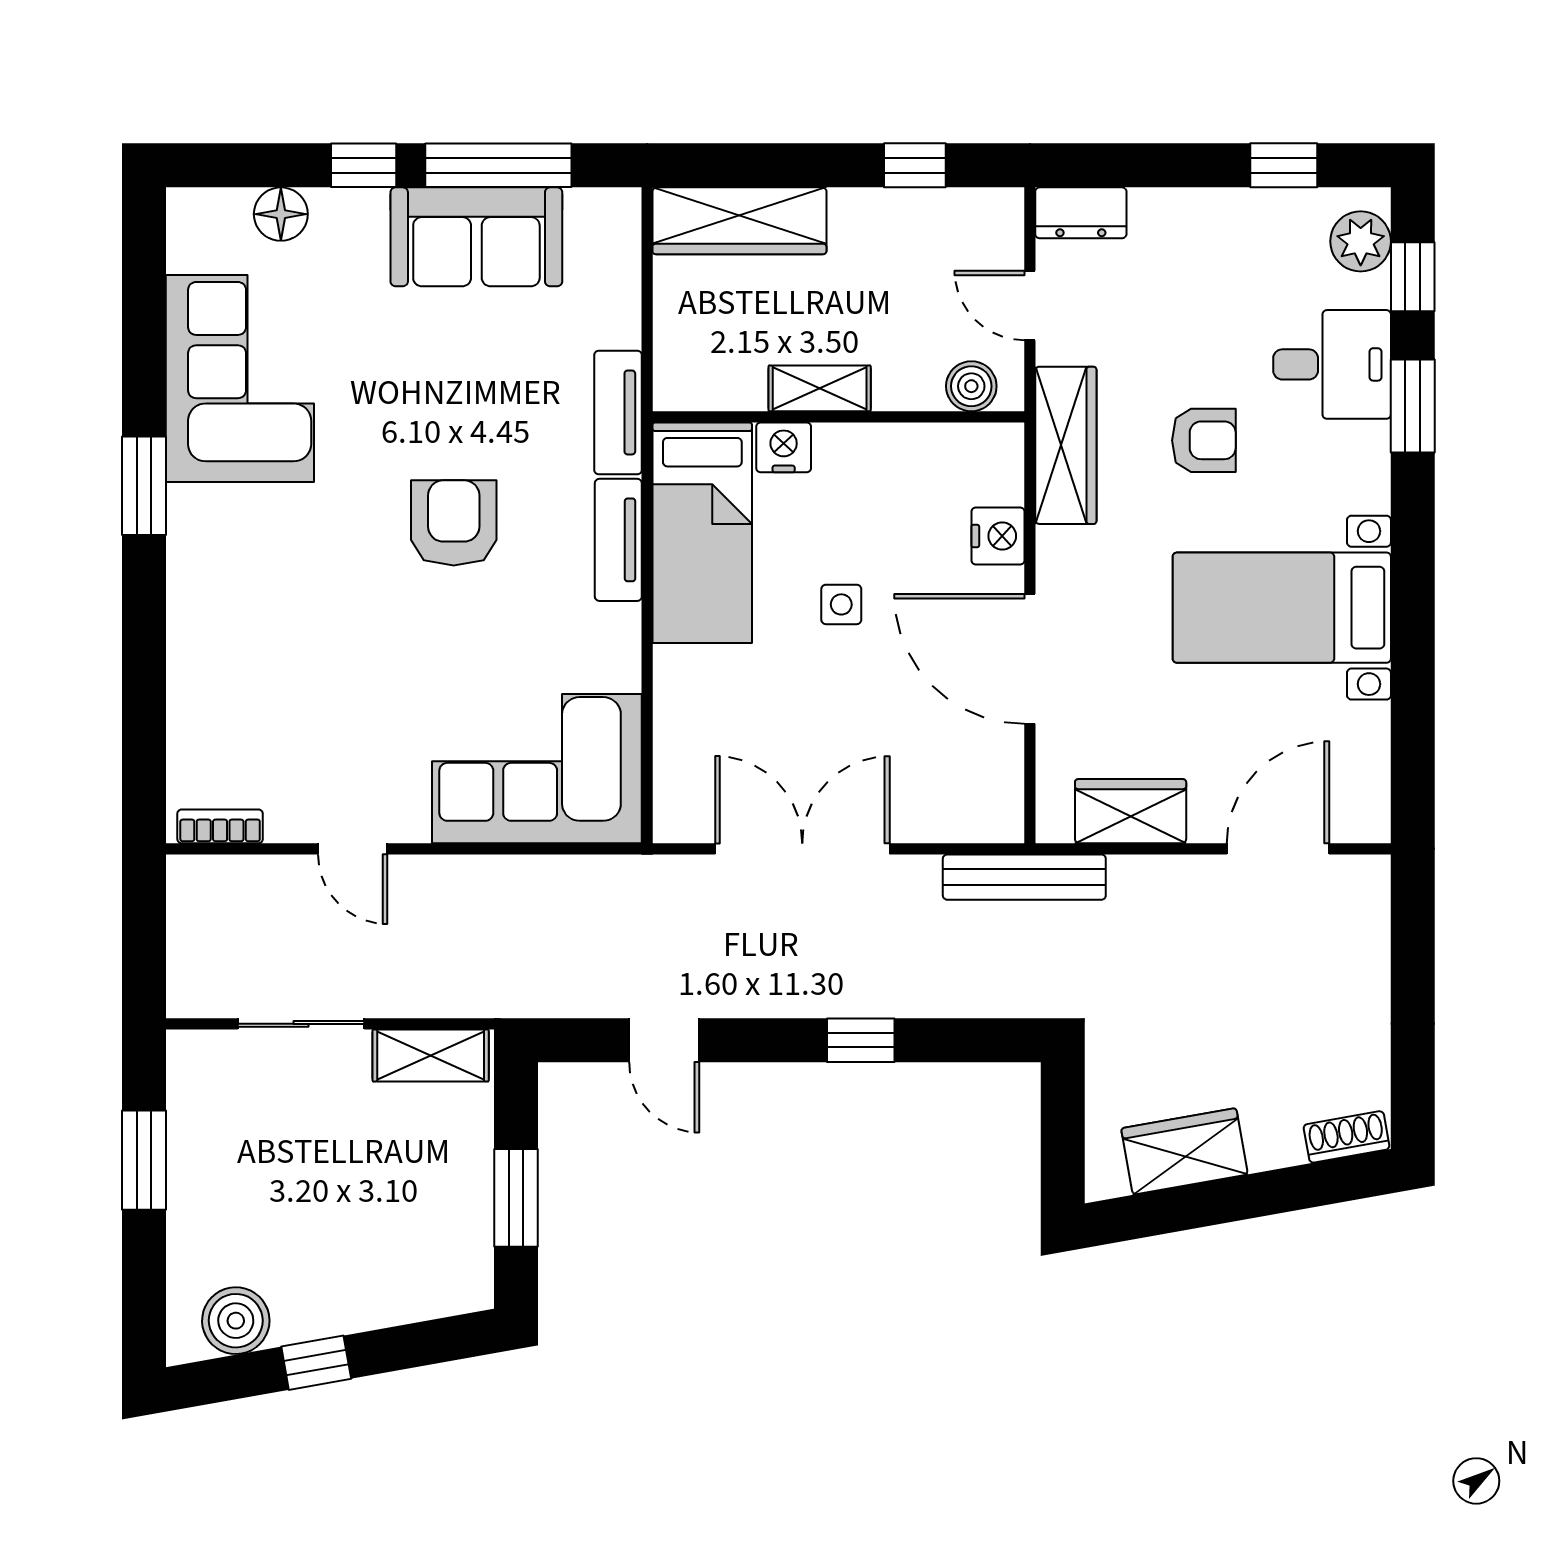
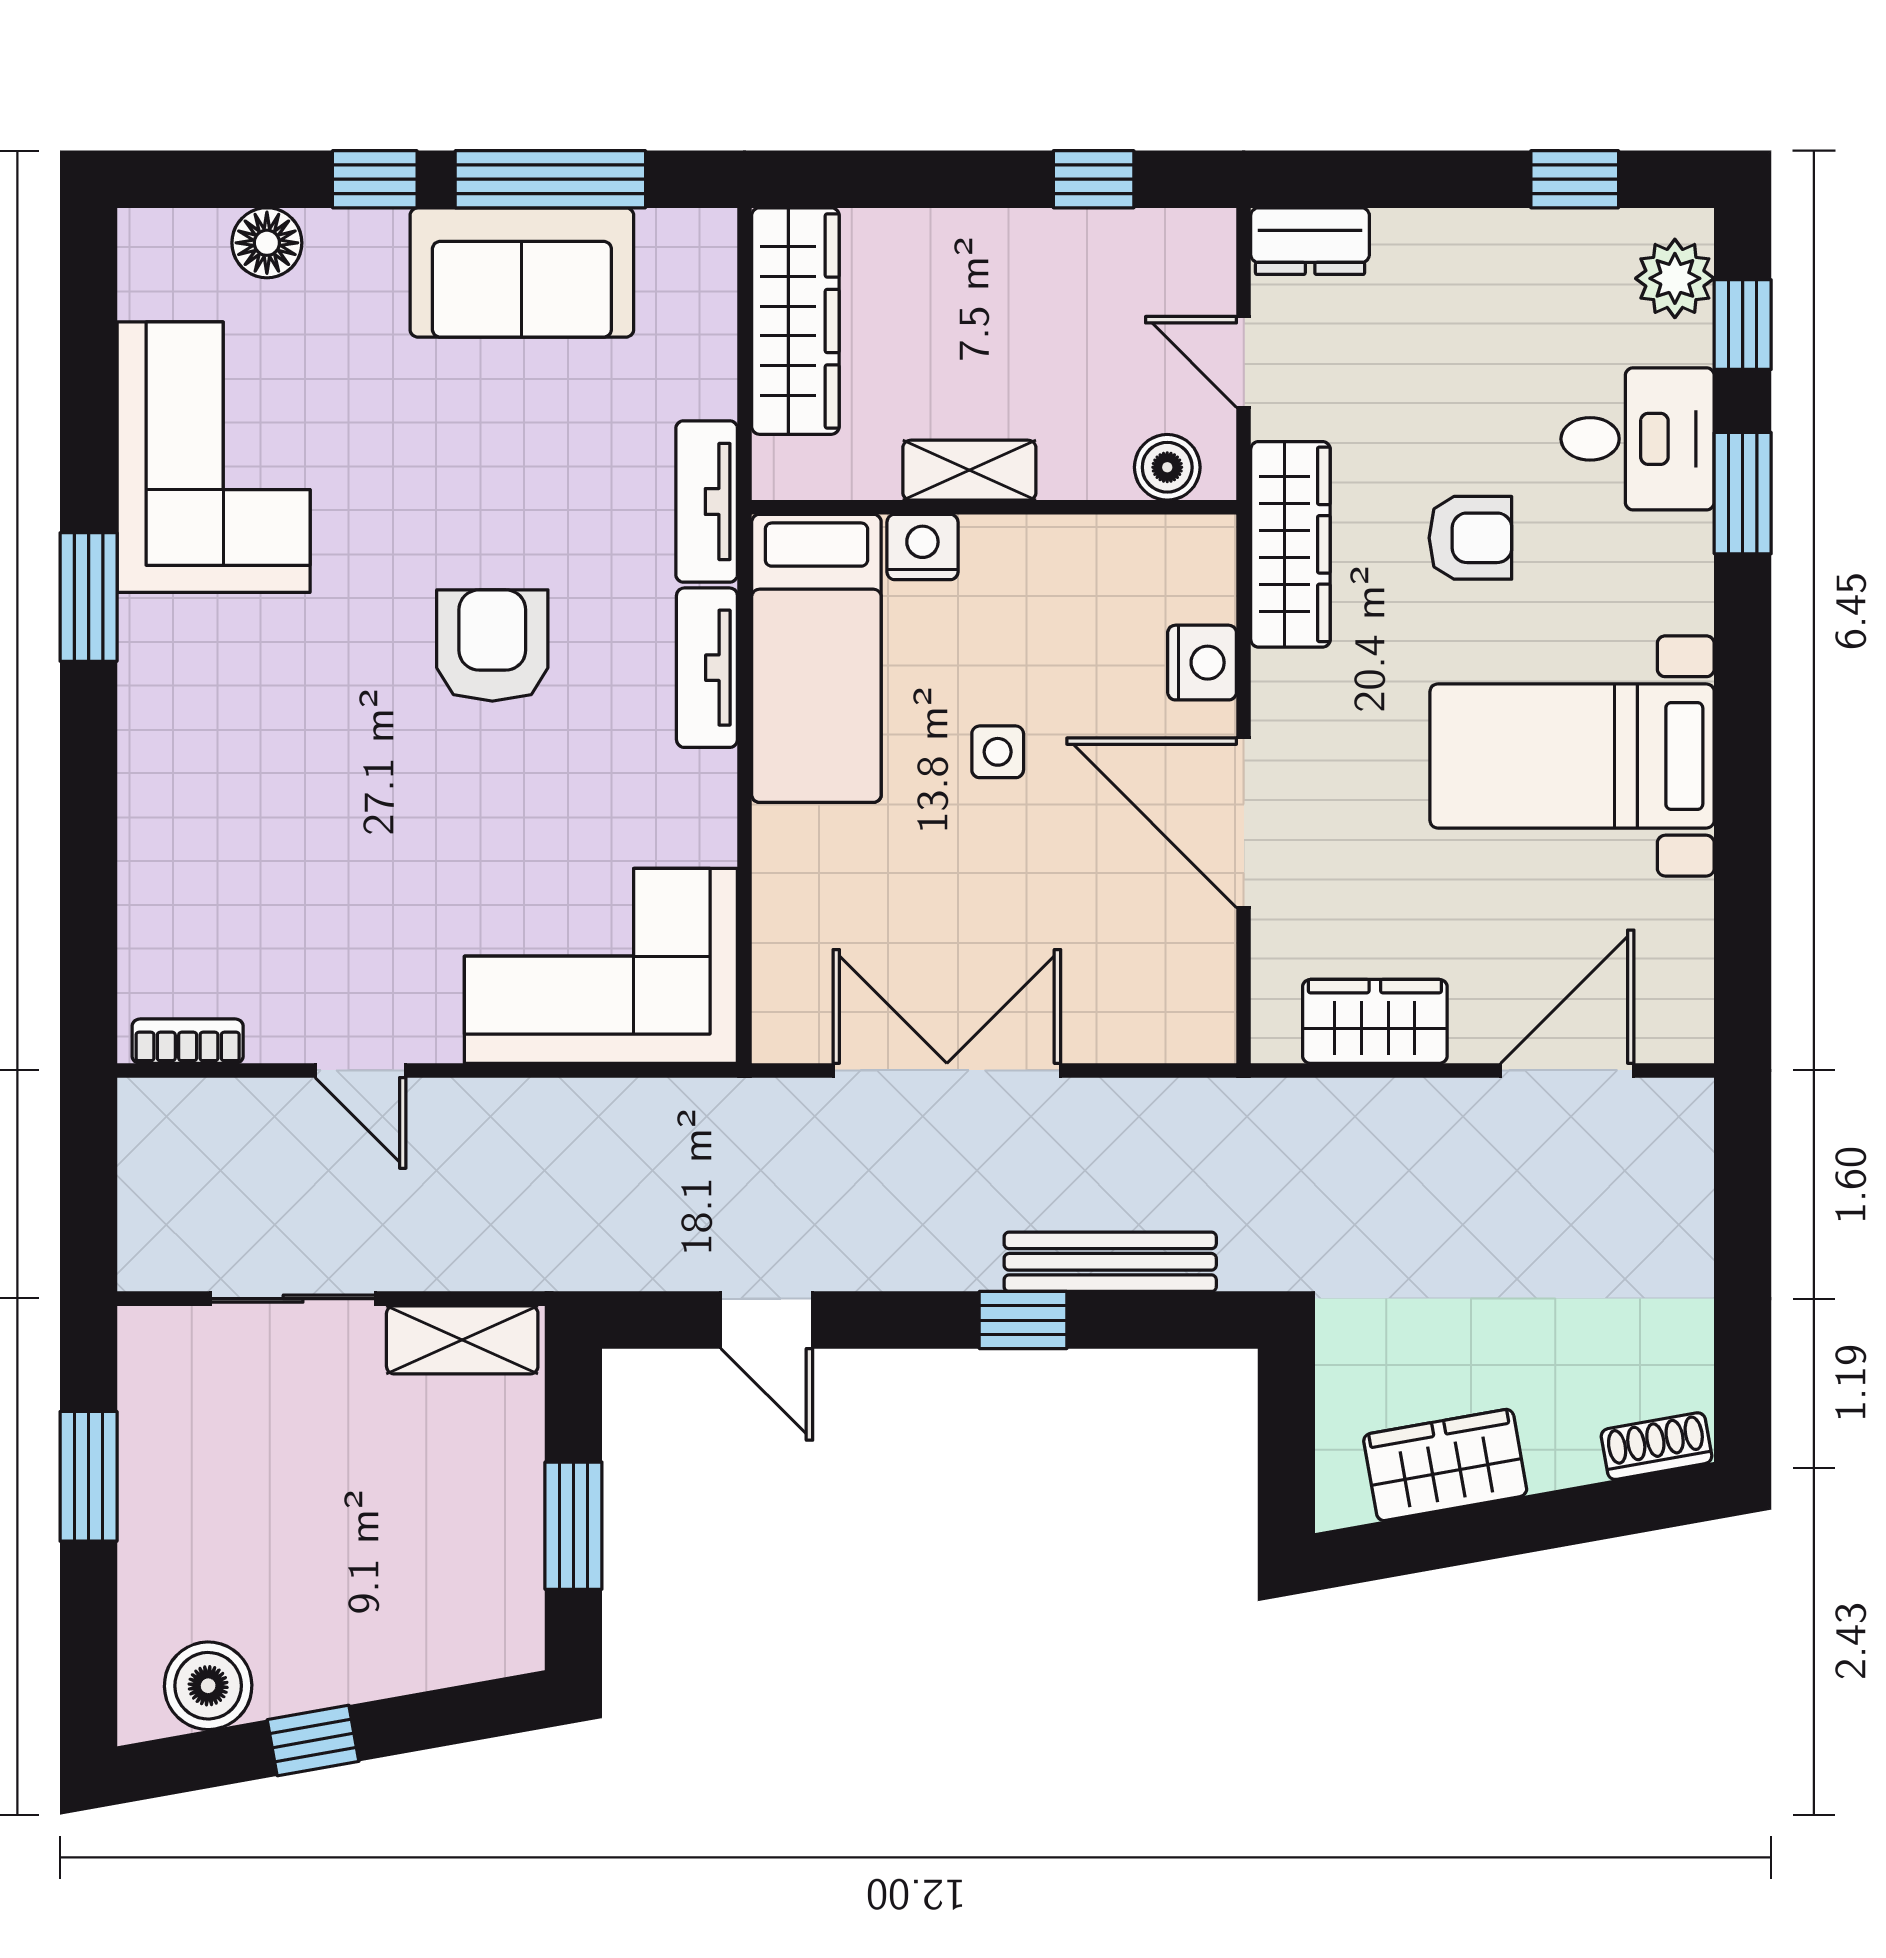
wardrobe: (739, 221) -> (795, 321), moved, turned -90
bench: (1024, 877) -> (1110, 1262), moved

